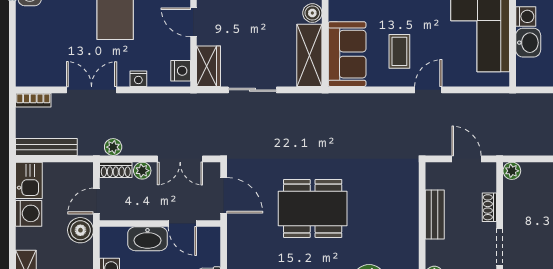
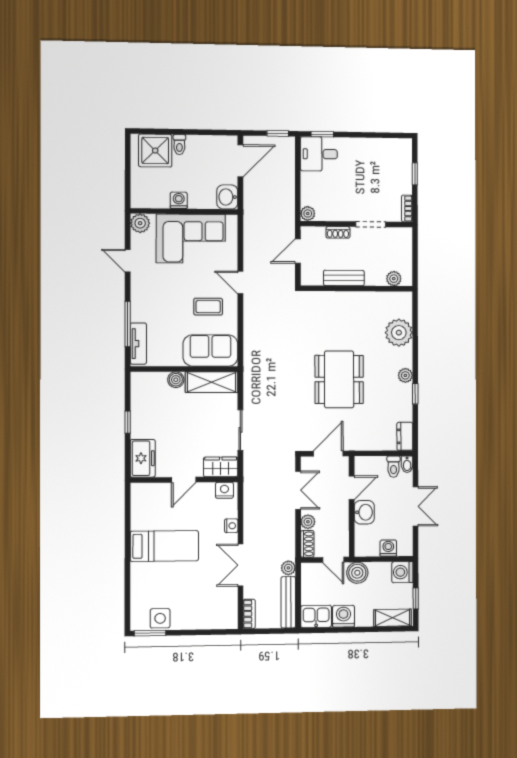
washbasin: (528, 43) -> (227, 197), moved, turned -90
plant: (113, 147) -> (288, 568), moved
washbasin: (147, 239) -> (364, 512), width x0.72

